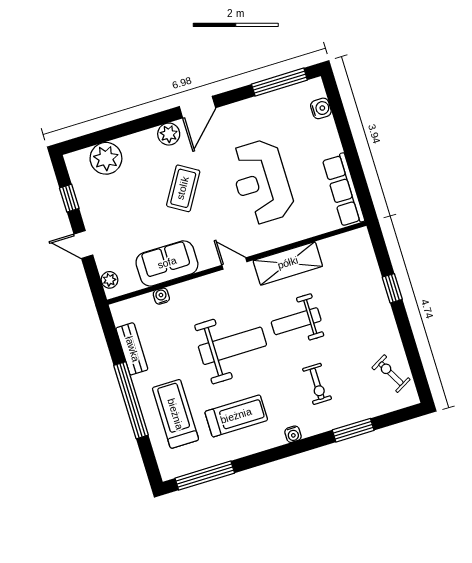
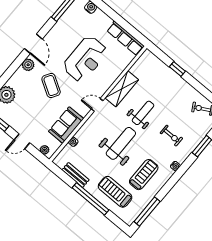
reception desk: (261, 182) -> (85, 59), turned -90
weight bench: (296, 321) -> (143, 113), turned 180

